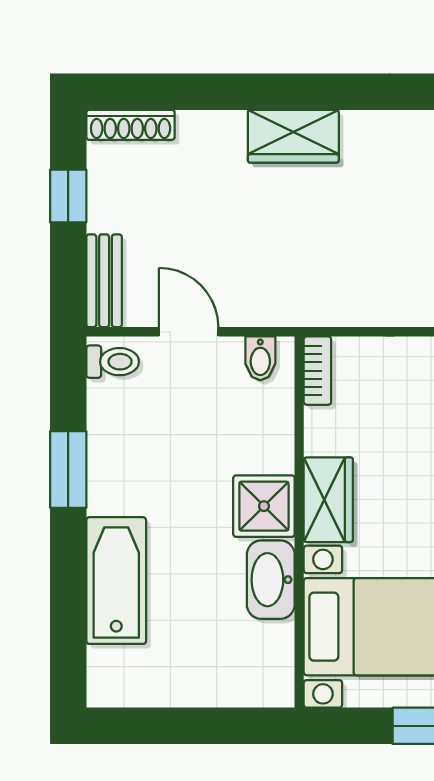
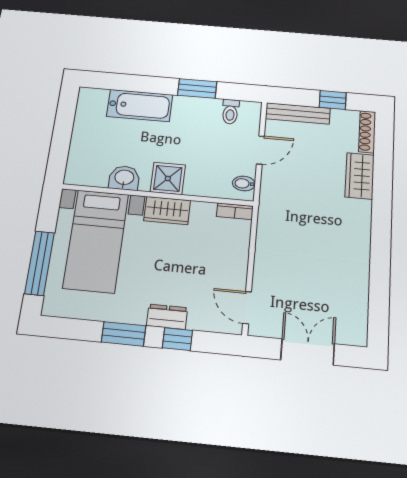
wardrobe: (293, 136) -> (360, 176), moved
bench: (104, 281) -> (298, 113), width x1.36
toilet: (113, 362) -> (230, 112), moved
washbasin: (271, 580) -> (124, 178), width x0.72

